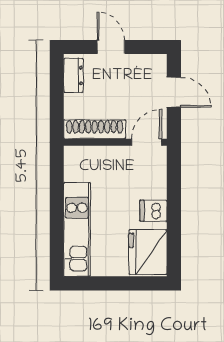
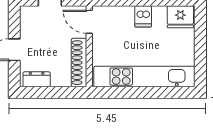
kitchen unit: (77, 229) -> (144, 77), width x1.36
fridge: (148, 252) -> (180, 17), width x0.73, depth x0.75

